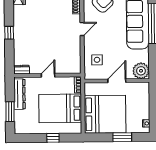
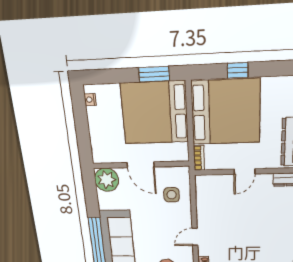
door: (117, 81) -> (141, 165), hinge flipped
bed: (60, 108) -> (226, 112), width x1.36
window: (122, 137) -> (154, 74), moved

